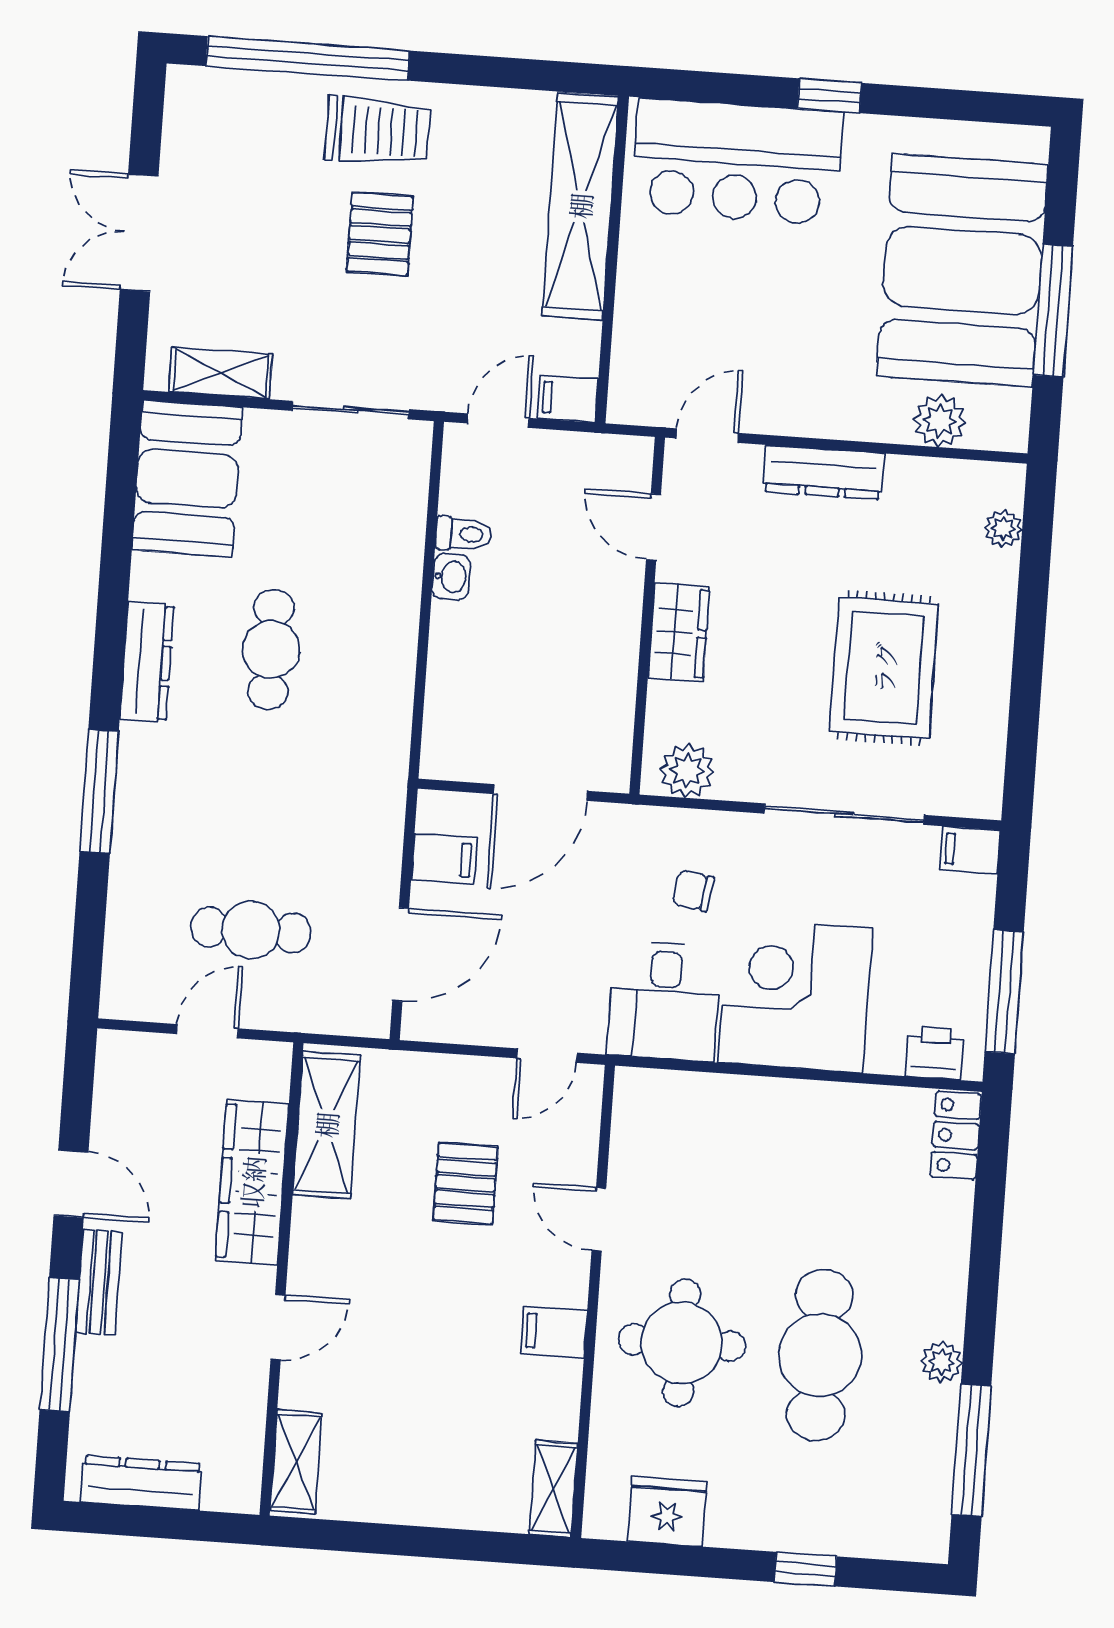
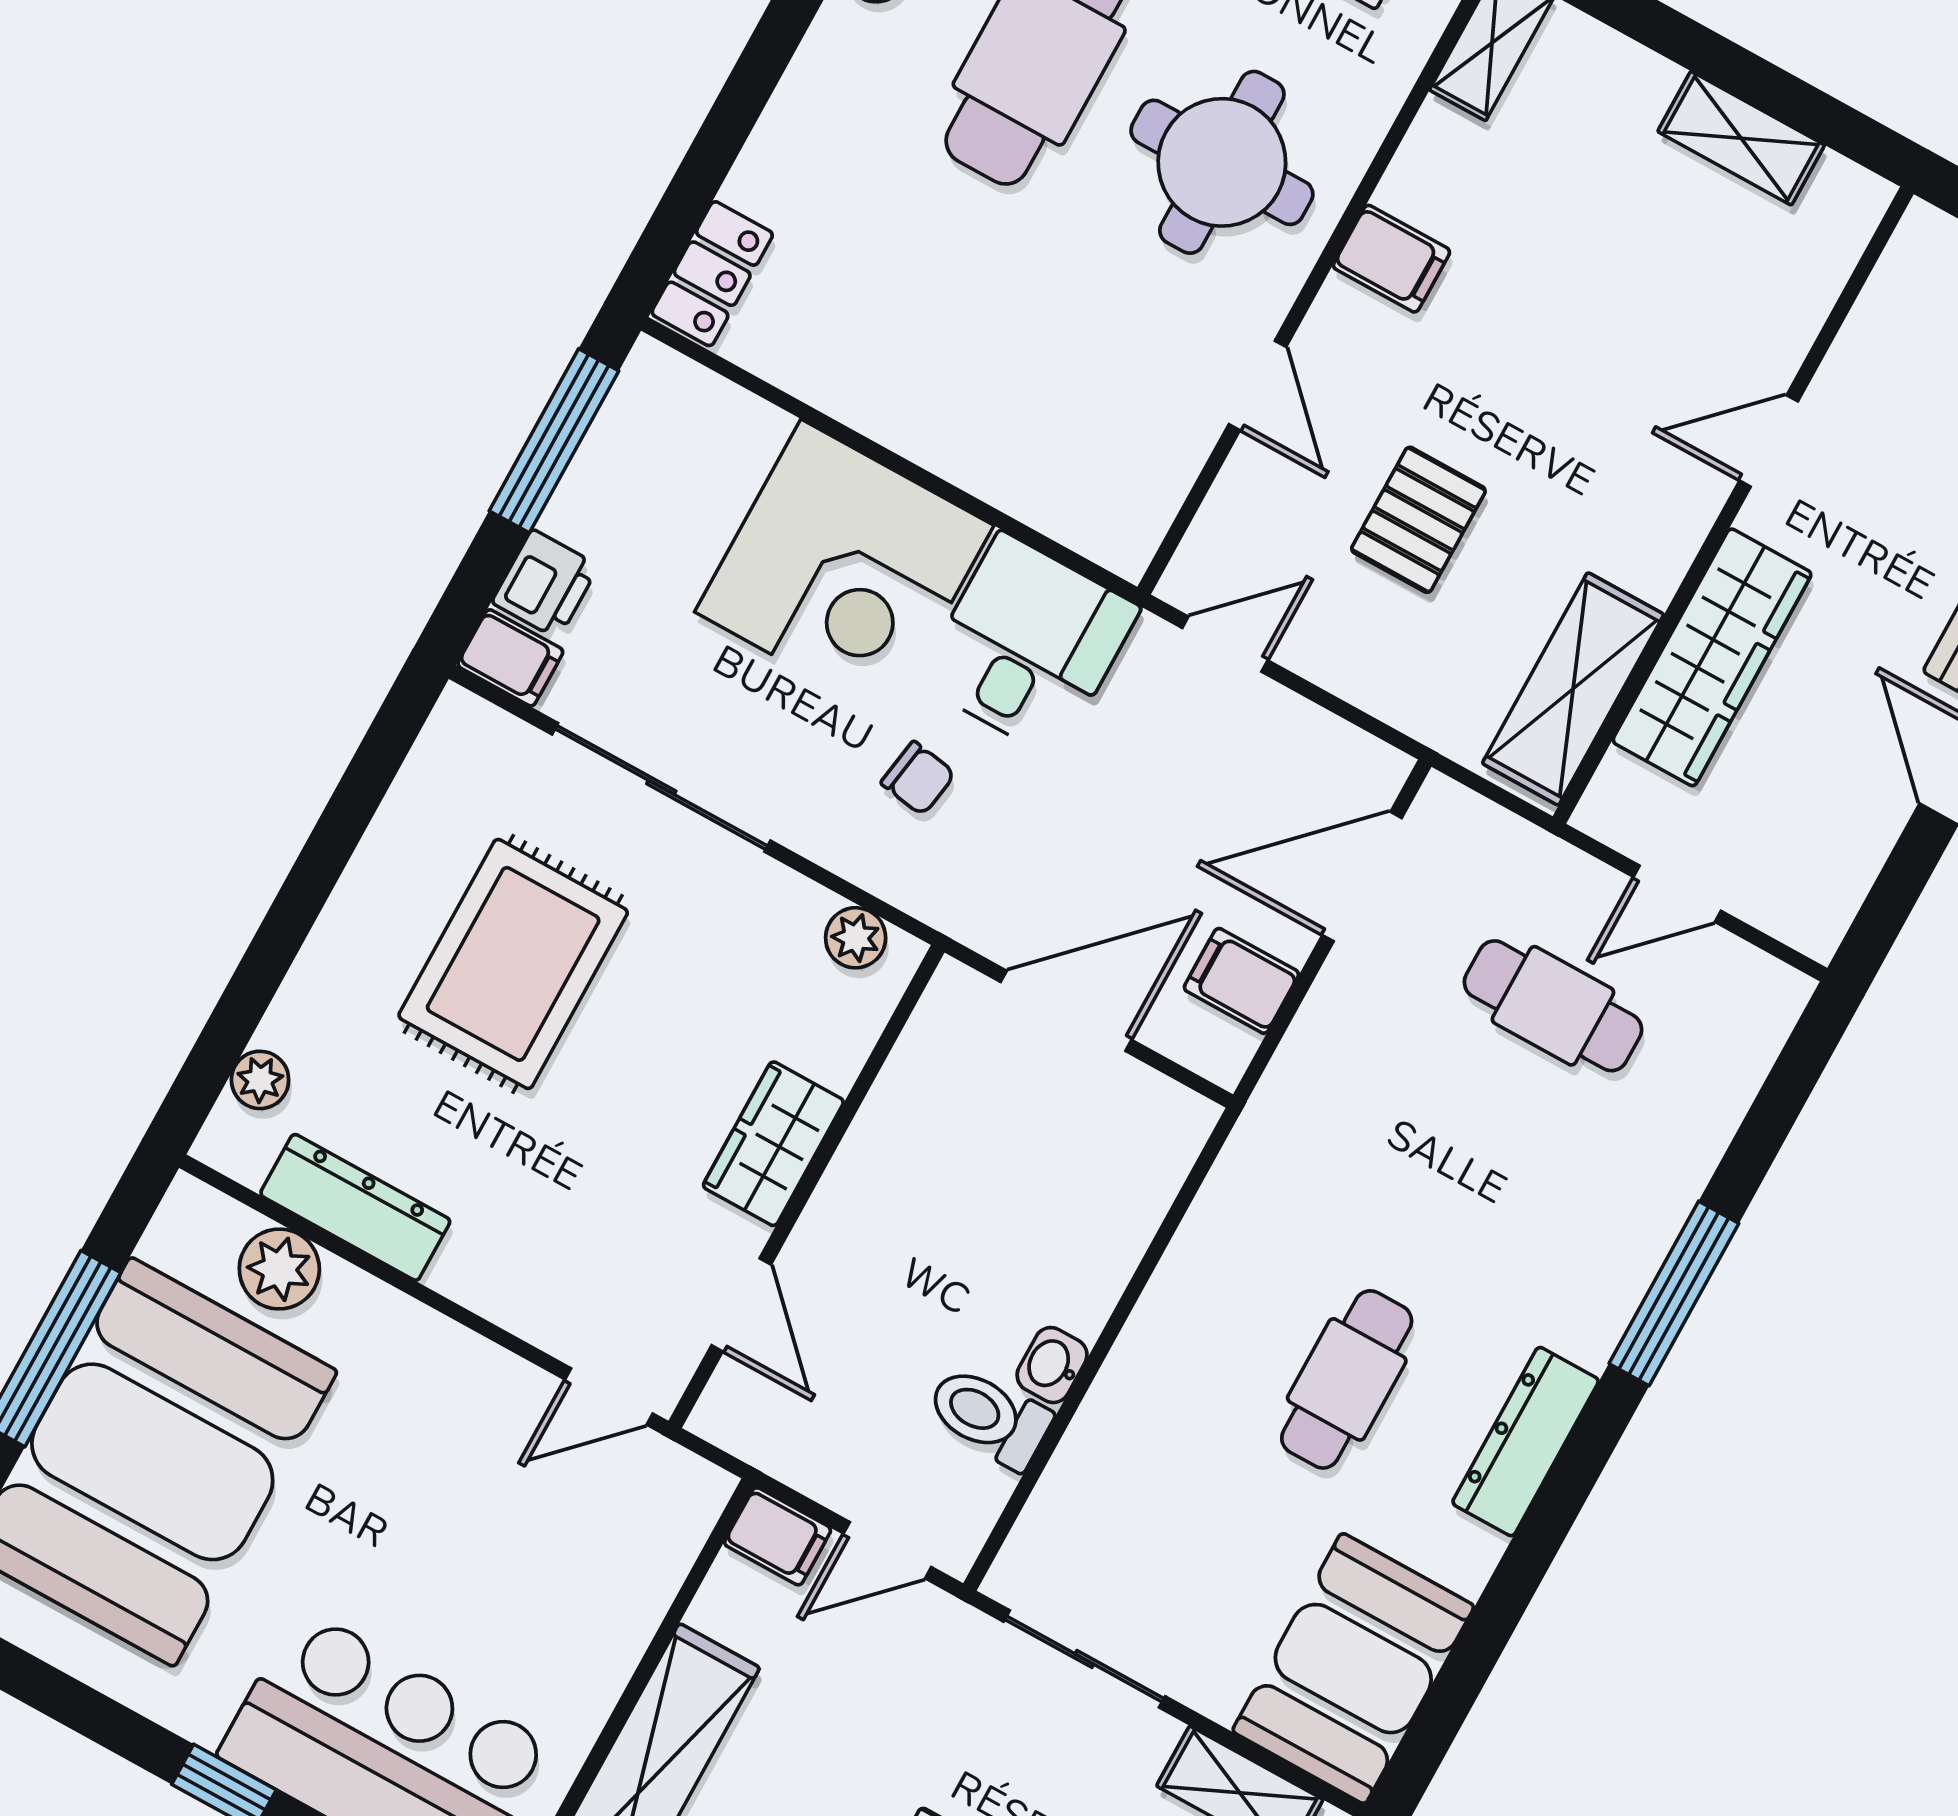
dresser: (823, 472) -> (355, 1207), moved
toilet: (463, 534) -> (989, 1417), width x1.37, depth x1.39
plant: (687, 771) -> (856, 938), width x0.73, depth x0.73
printer: (935, 1053) -> (545, 584), moved, turned -90
shelving: (296, 1462) -> (1741, 138), moved, turned 90

